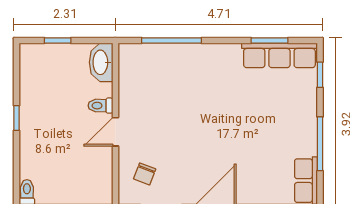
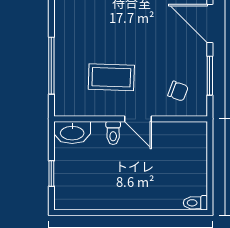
coffee table: (159, 104) -> (111, 77), added
window: (16, 118) -> (125, 213), removed

